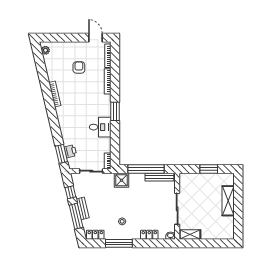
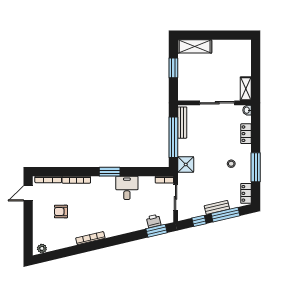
shelving: (228, 201) -> (195, 46), moved

